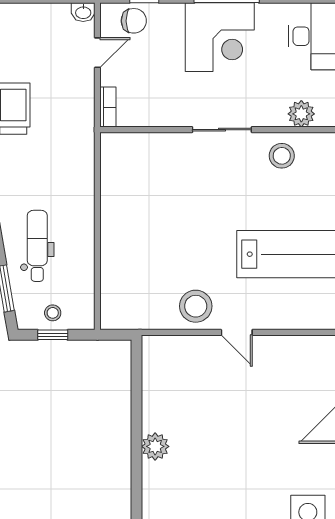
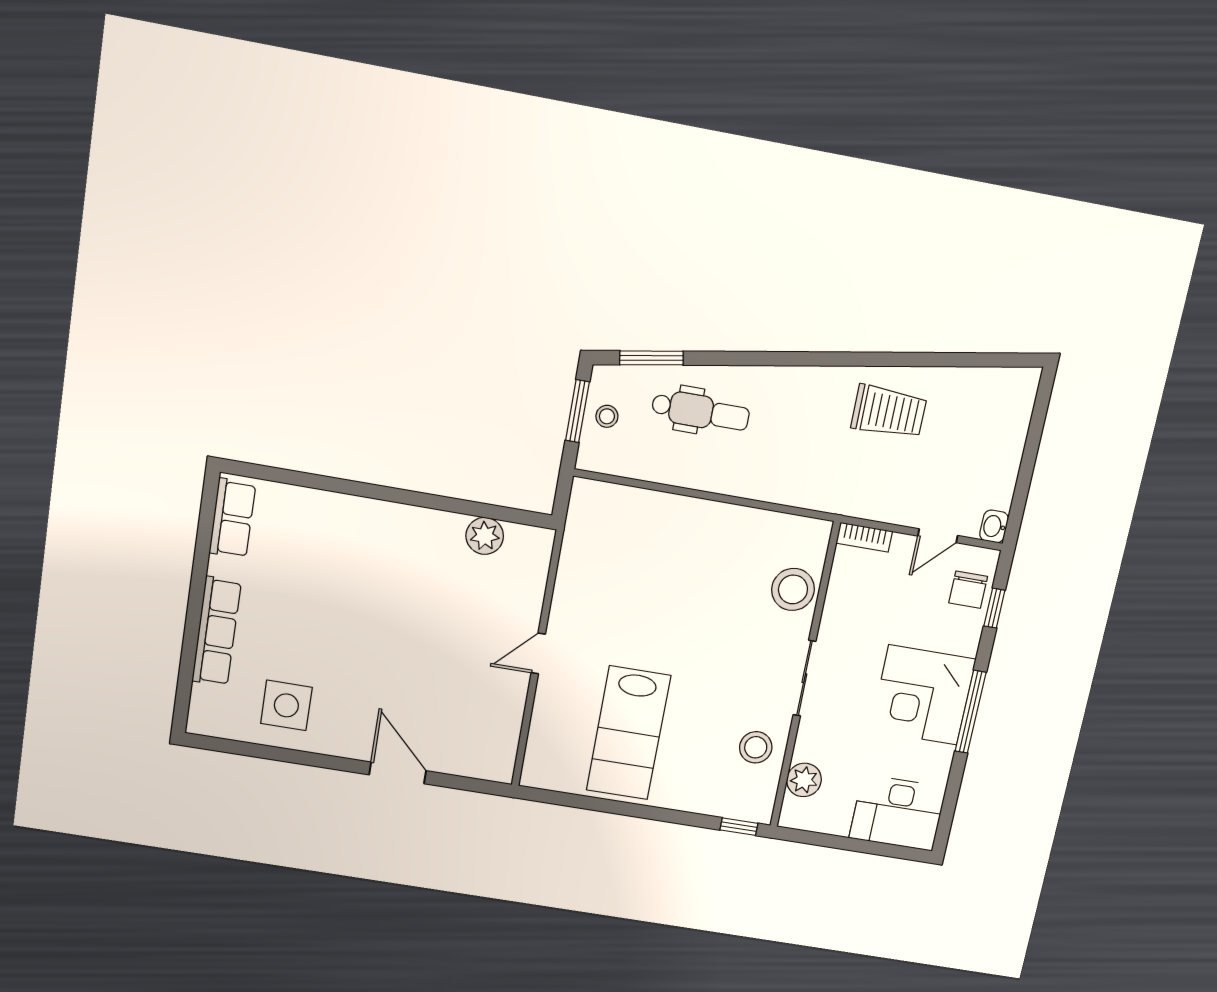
door: (97, 53) -> (938, 536), hinge flipped
stool: (196, 306) -> (793, 589), moved
window: (53, 335) -> (577, 411), width x1.50
plant: (155, 446) -> (485, 536), moved

